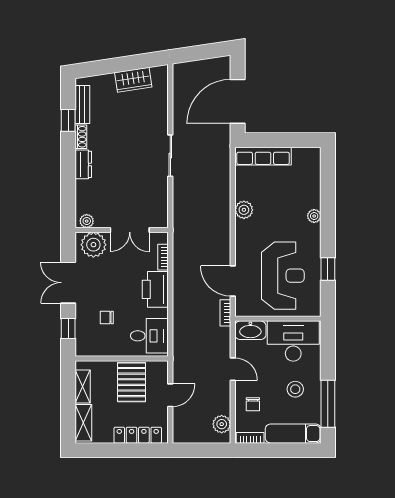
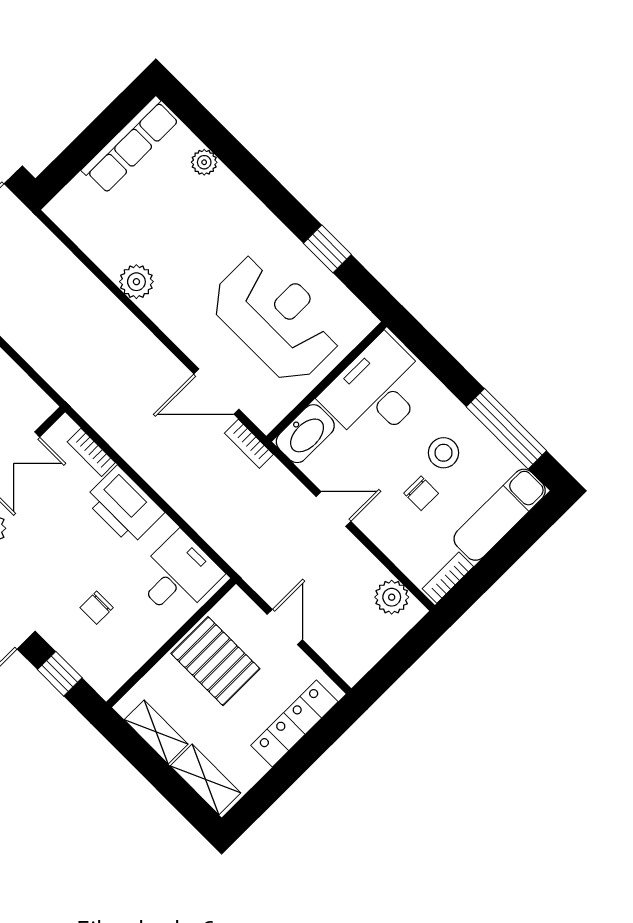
row of seats: (263, 156) -> (130, 145), moved
plant: (314, 216) -> (204, 162), moved
chair: (253, 404) -> (421, 493), moved

